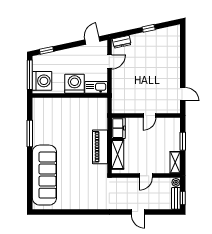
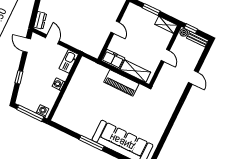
window: (47, 50) -> (19, 77), moved
washing machine: (42, 81) -> (42, 111), width x0.53, depth x0.53
washing machine: (75, 84) -> (58, 84), width x0.53, depth x0.53
window: (30, 133) -> (91, 143), moved
window: (183, 198) -> (191, 29), moved
door: (138, 212) -> (193, 77), hinge flipped

